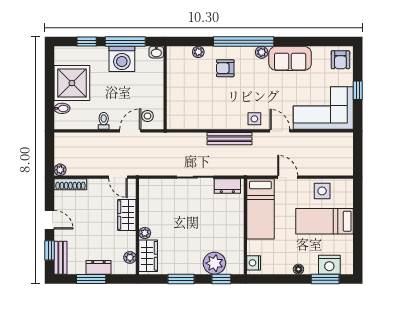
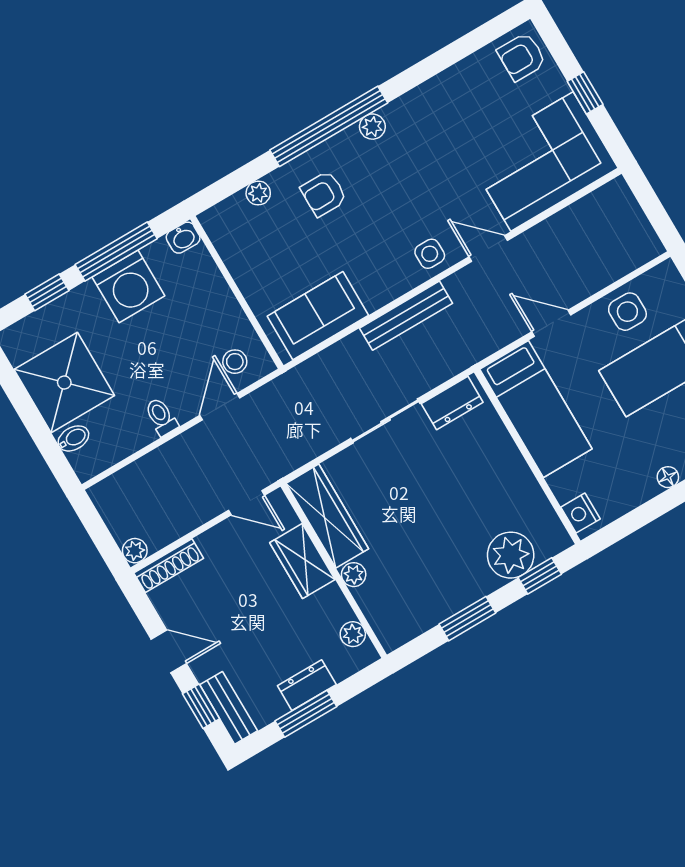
sofa: (290, 58) -> (318, 316), moved, turned 180
armchair: (340, 60) -> (522, 57), turned 90
wardrobe: (148, 256) -> (327, 516), moved, width x1.50

